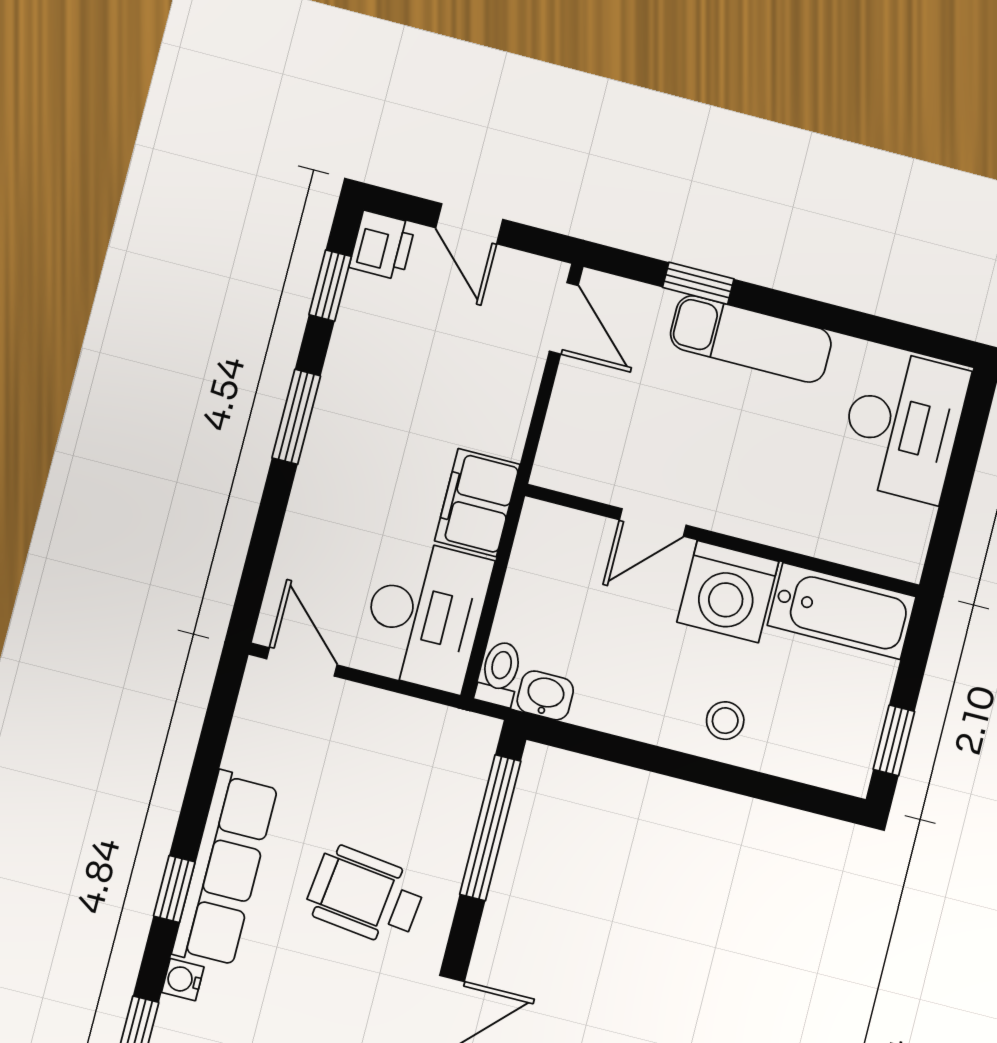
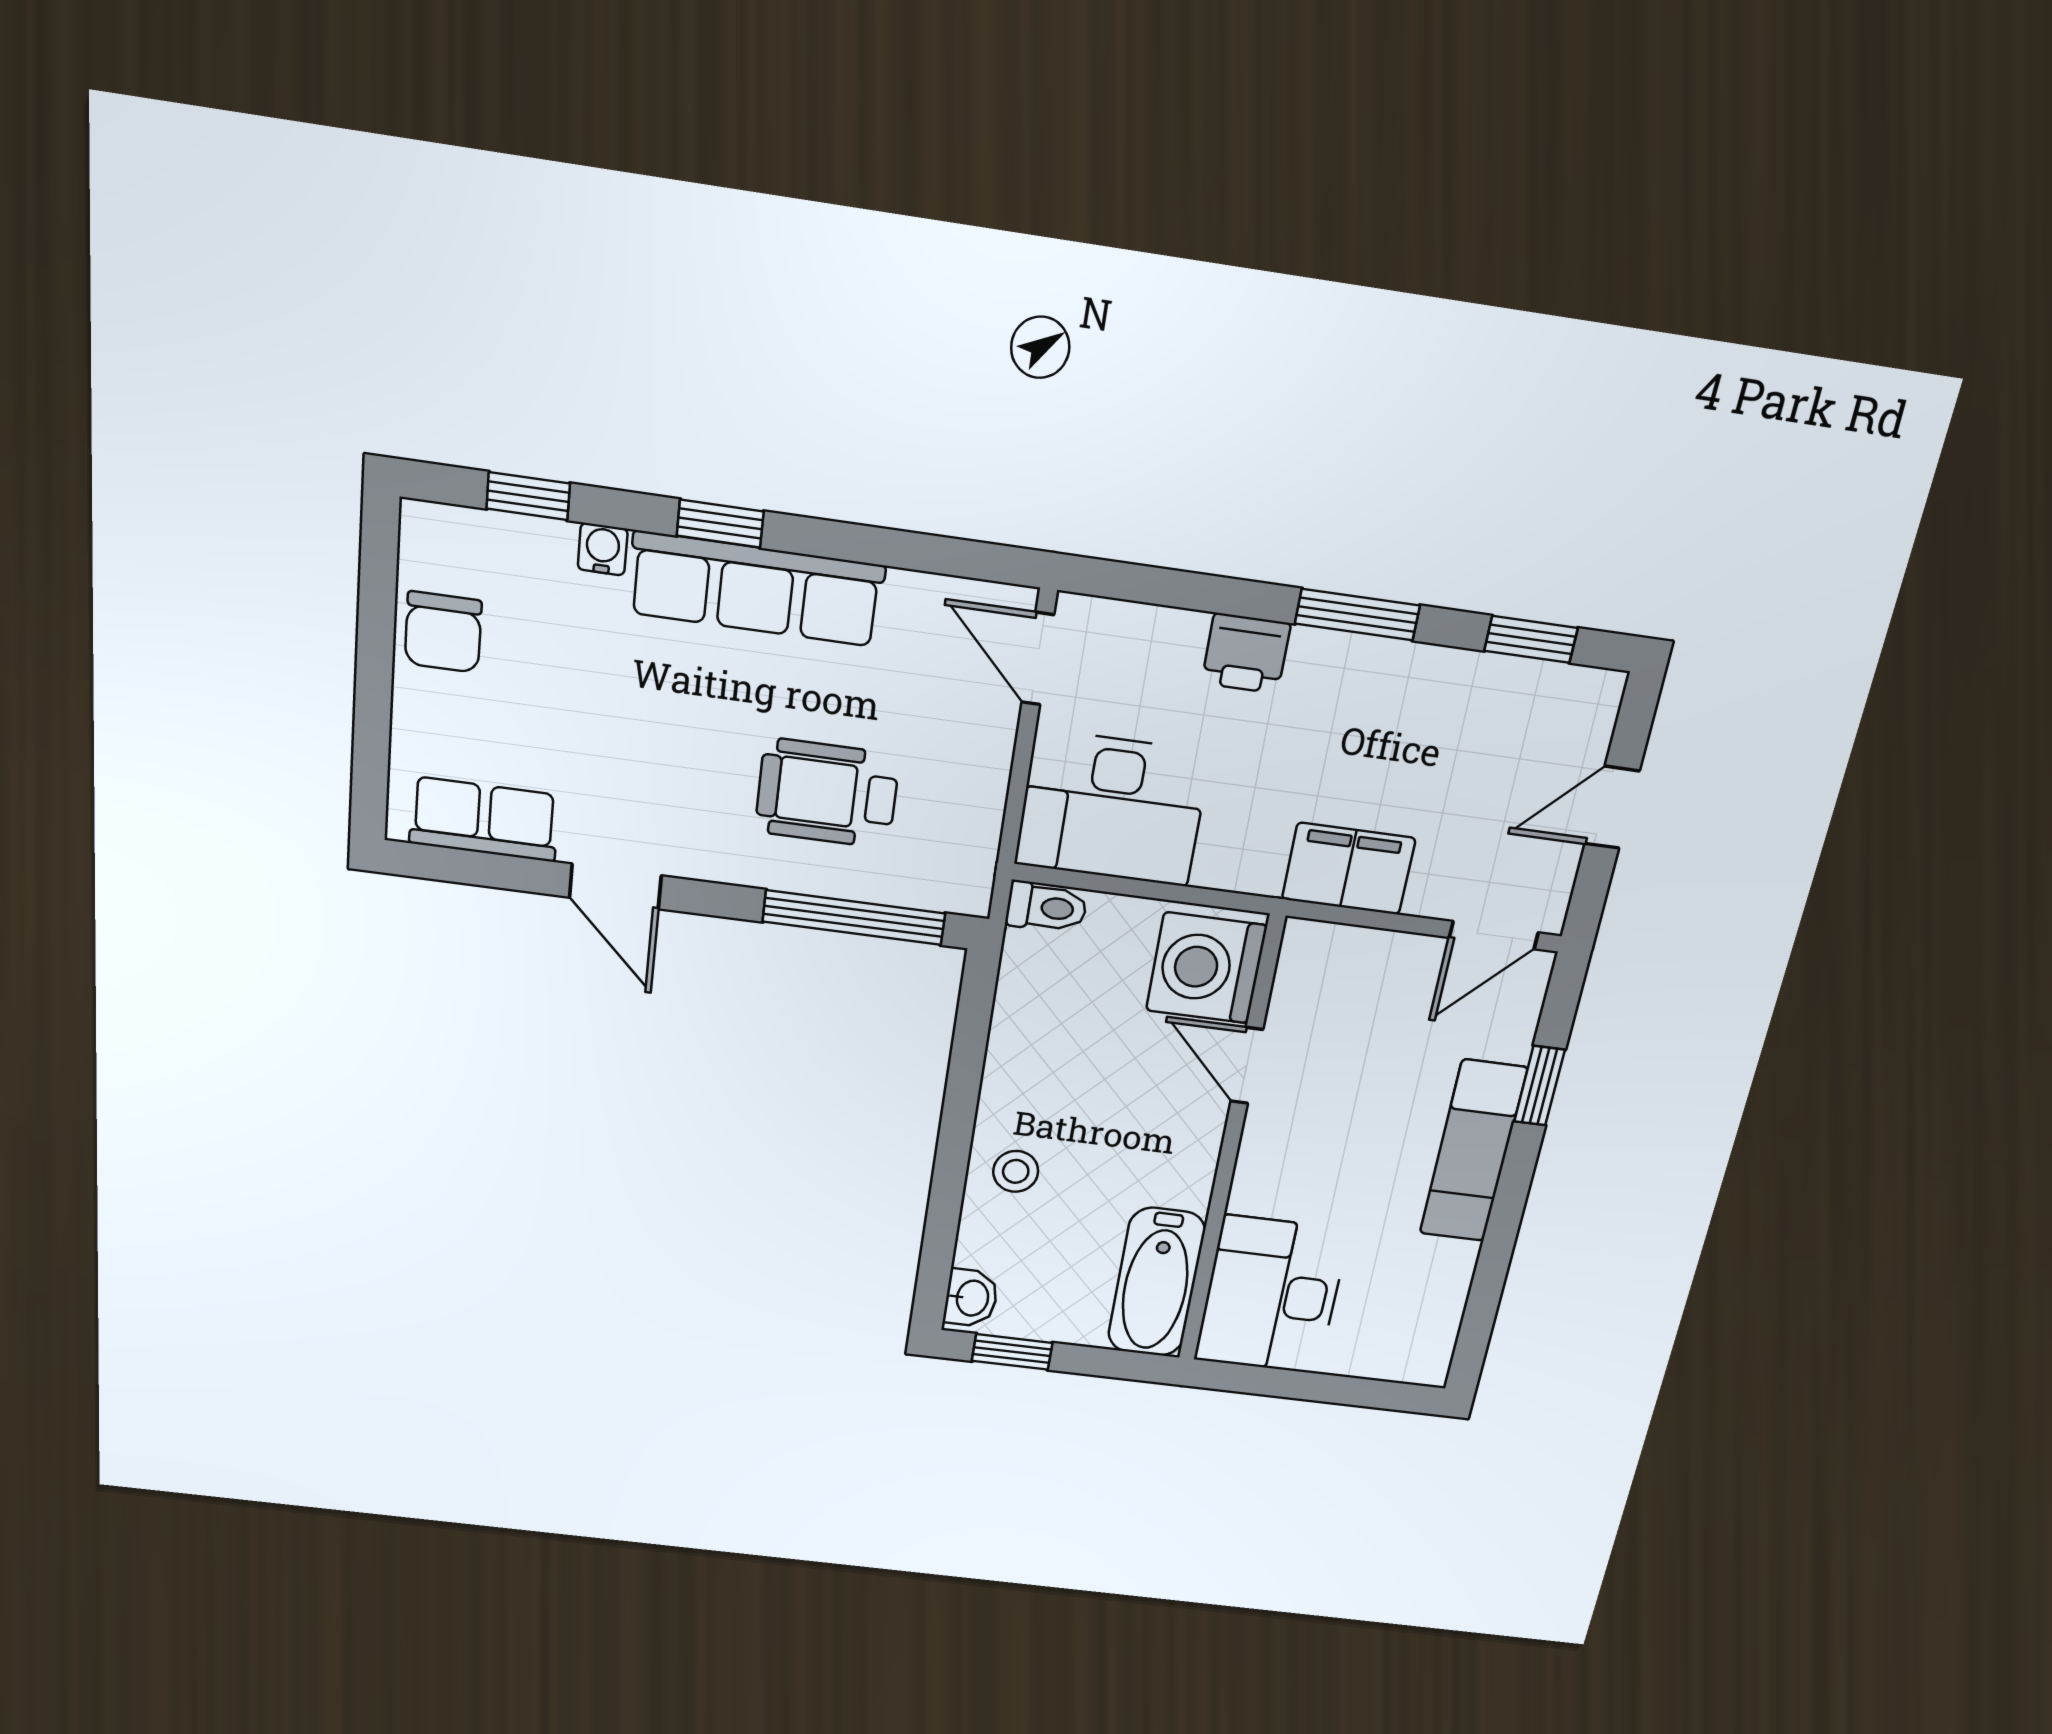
printer: (382, 245) -> (1246, 653), moved
desk: (903, 425) -> (1271, 1295), moved, turned 90
filing cabinet: (477, 503) -> (1349, 869), moved
washing machine: (728, 592) -> (1206, 968), moved
door: (302, 662) -> (1038, 659), swing flipped
washbasin: (545, 695) -> (971, 1298), moved
wheelchair: (365, 895) -> (827, 793), moved, turned -97

